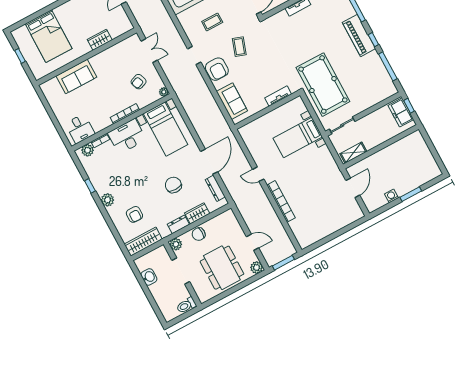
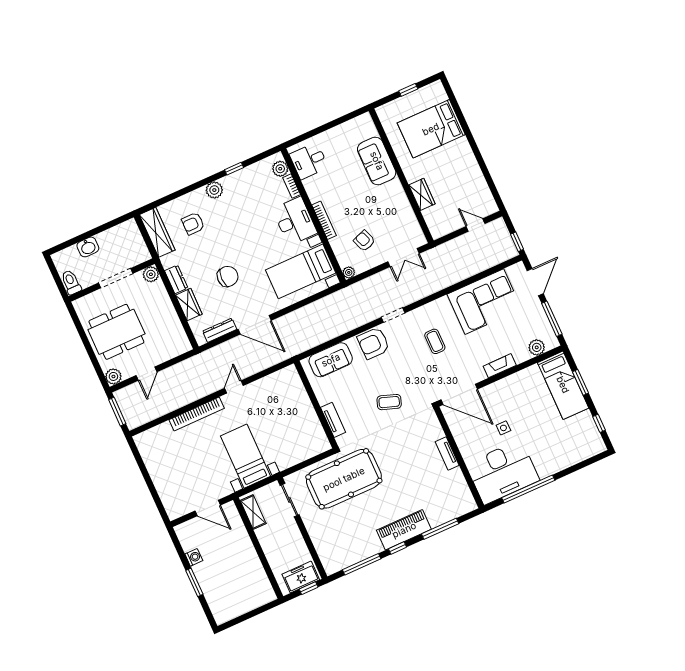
coffee table: (239, 47) -> (389, 402), moved
bed with nightstands: (298, 137) -> (246, 456), moved
chair: (199, 234) -> (162, 305), removed
washbasin: (149, 277) -> (88, 247), moved

